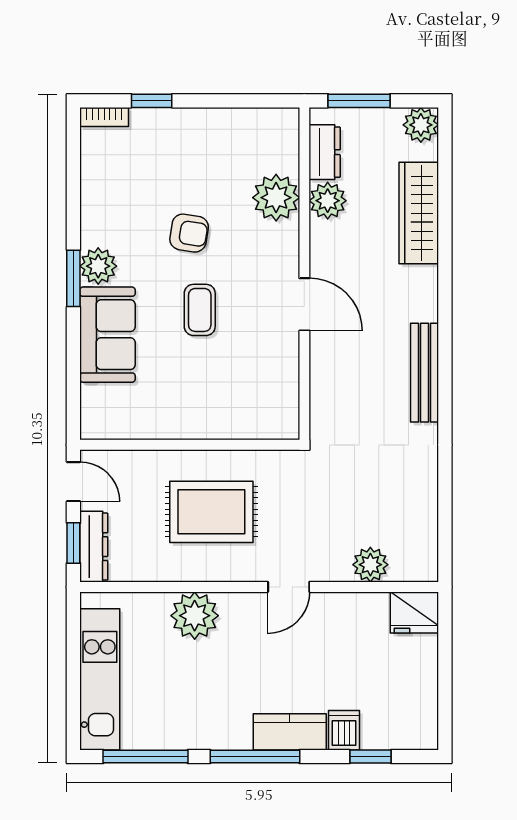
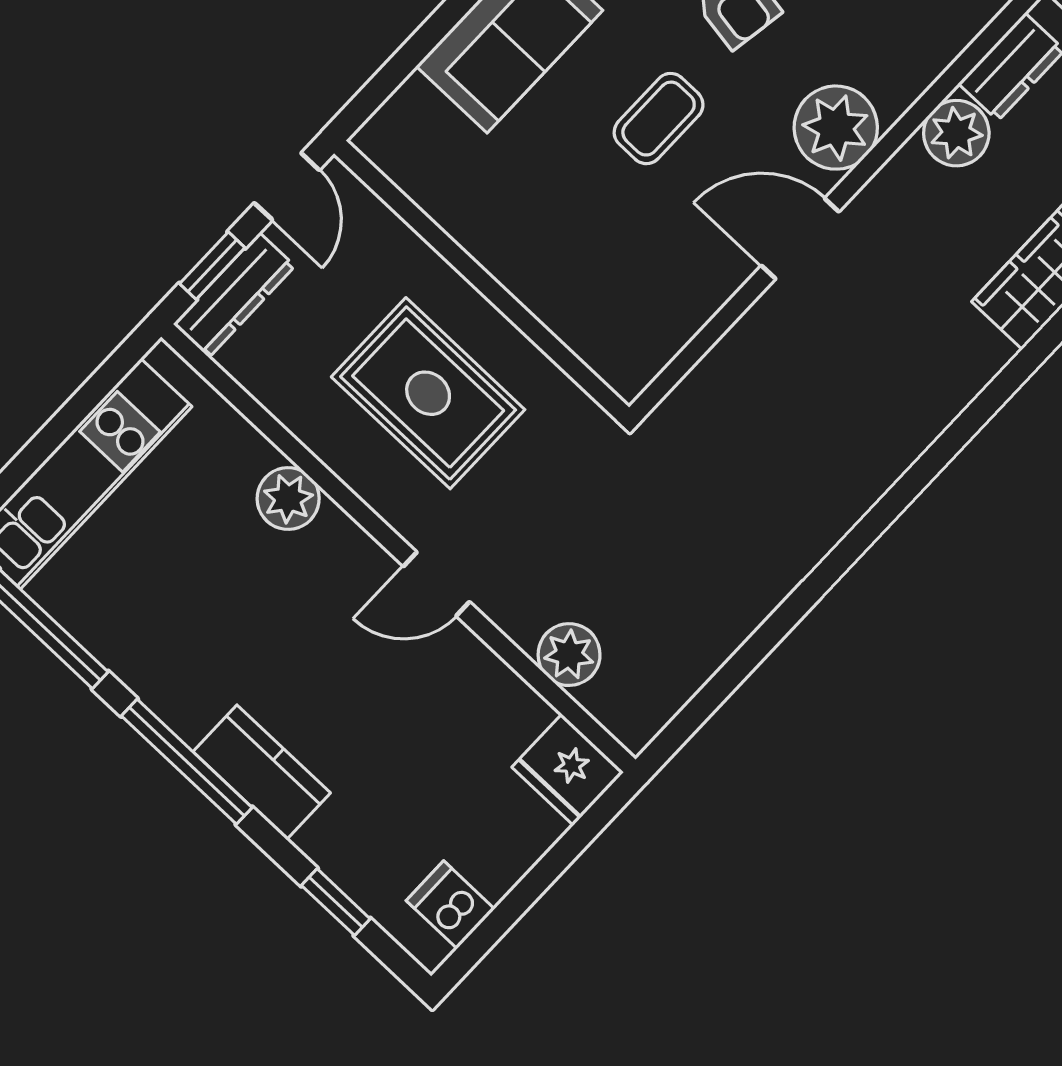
plant: (276, 198) -> (836, 128), moved
door: (304, 304) -> (800, 239), swing flipped
bench: (425, 373) -> (872, 473), removed
plant: (195, 616) -> (288, 499), width x0.73, depth x0.73
dishwasher: (344, 730) -> (450, 905), moved, turned -90

